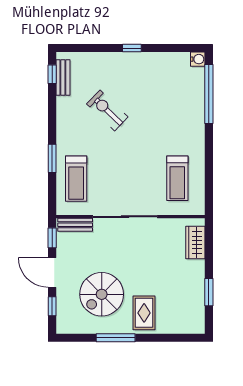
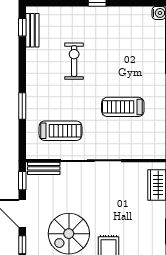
exercise bike: (107, 110) -> (74, 61), turned 46
treadmill: (177, 178) -> (123, 107), moved, turned 90
treadmill: (76, 179) -> (60, 131), moved, turned -90

